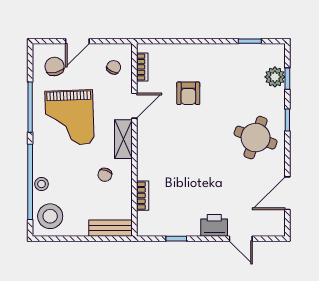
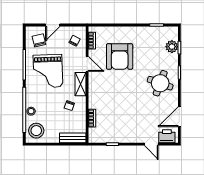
armchair: (188, 93) -> (120, 56), width x1.88, depth x1.88
door: (134, 106) -> (87, 64), hinge flipped
printer: (214, 225) -> (167, 136), moved

